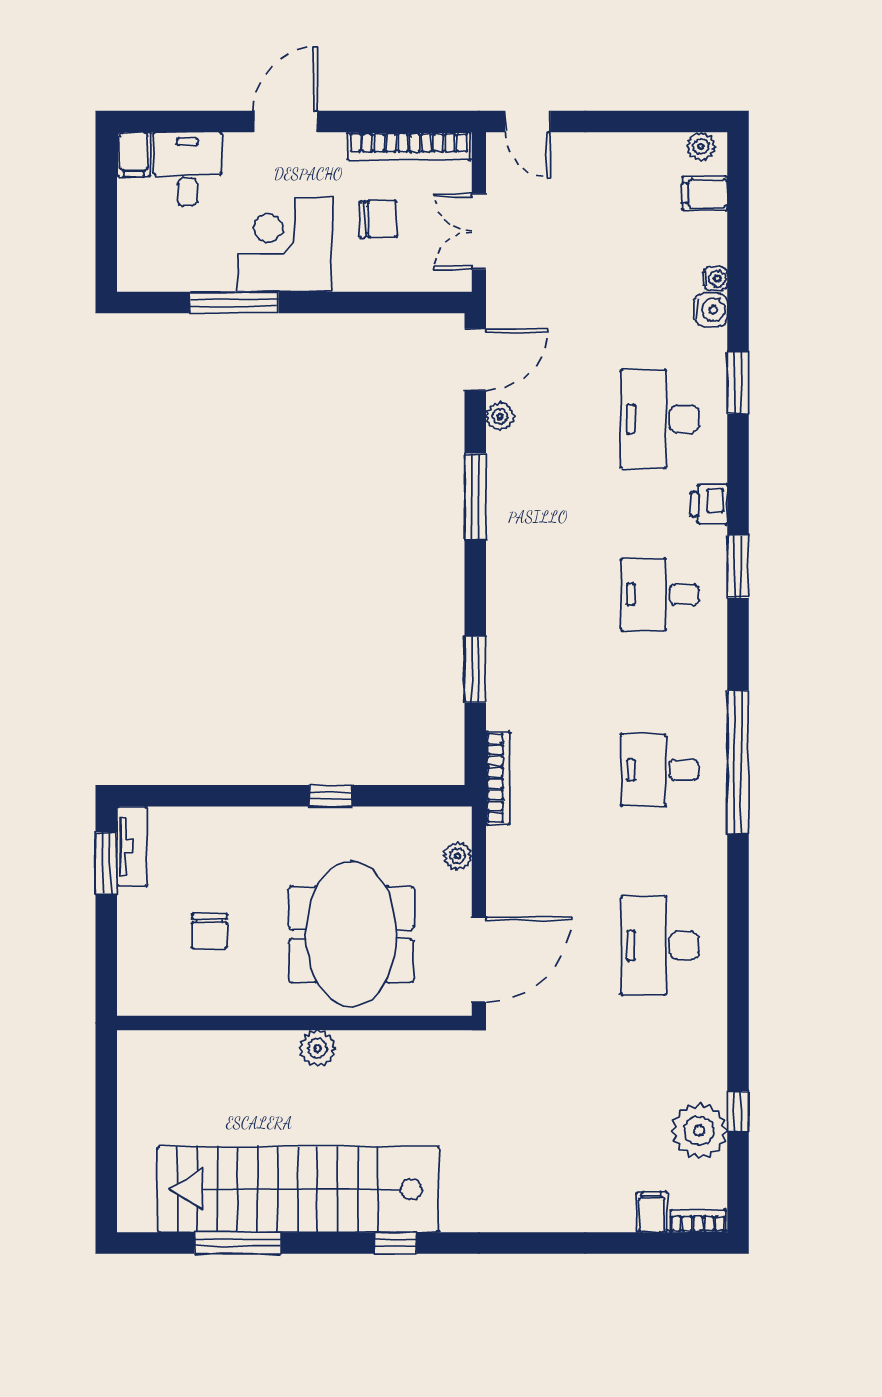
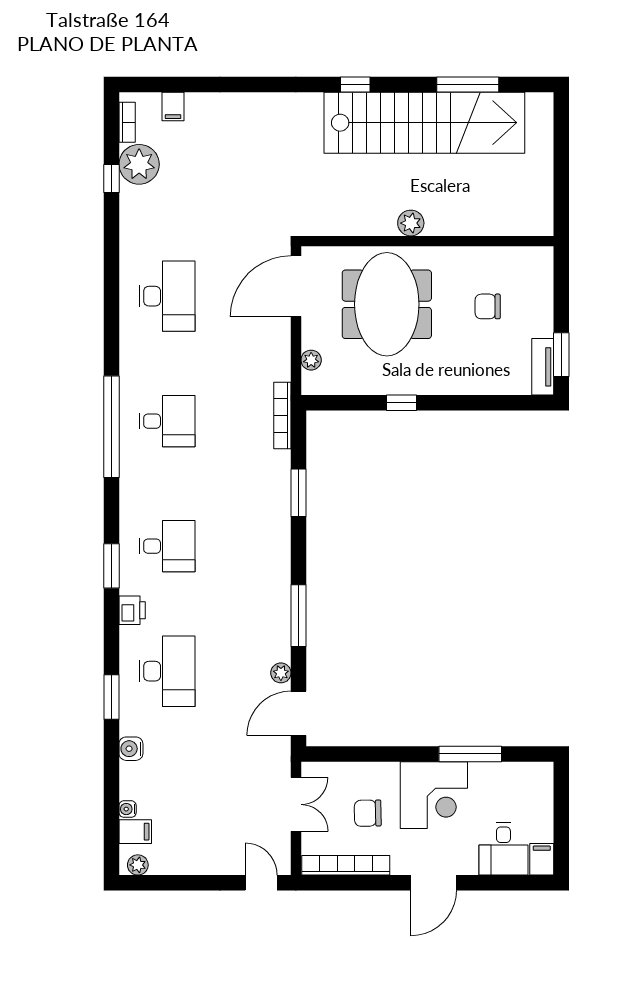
water cooler: (715, 278) -> (128, 809), moved
chair: (210, 931) -> (488, 306), turned -90
bookcase: (698, 1221) -> (127, 122), moved, turned -90

